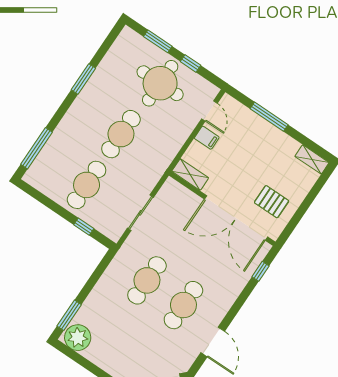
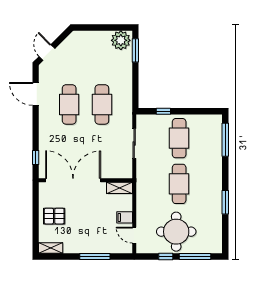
window: (158, 41) -> (195, 257), width x1.44
pallet: (272, 202) -> (54, 216), moved

